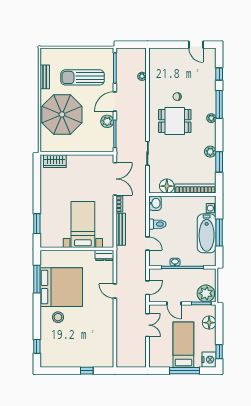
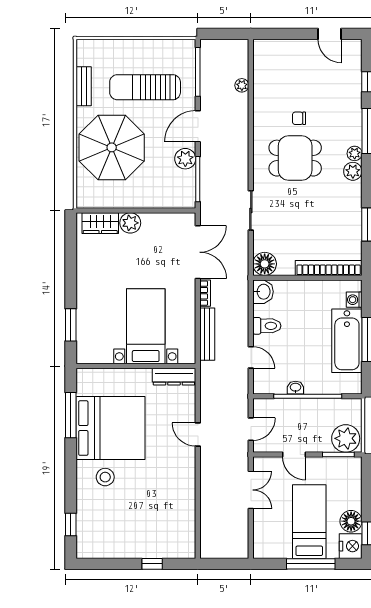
plant: (210, 152) -> (353, 171), moved
plant: (73, 161) -> (130, 223), added
floor lamp: (167, 186) -> (265, 264), moved
dresser: (104, 255) -> (174, 377), width x1.44
floor lamp: (209, 323) -> (351, 521), moved

